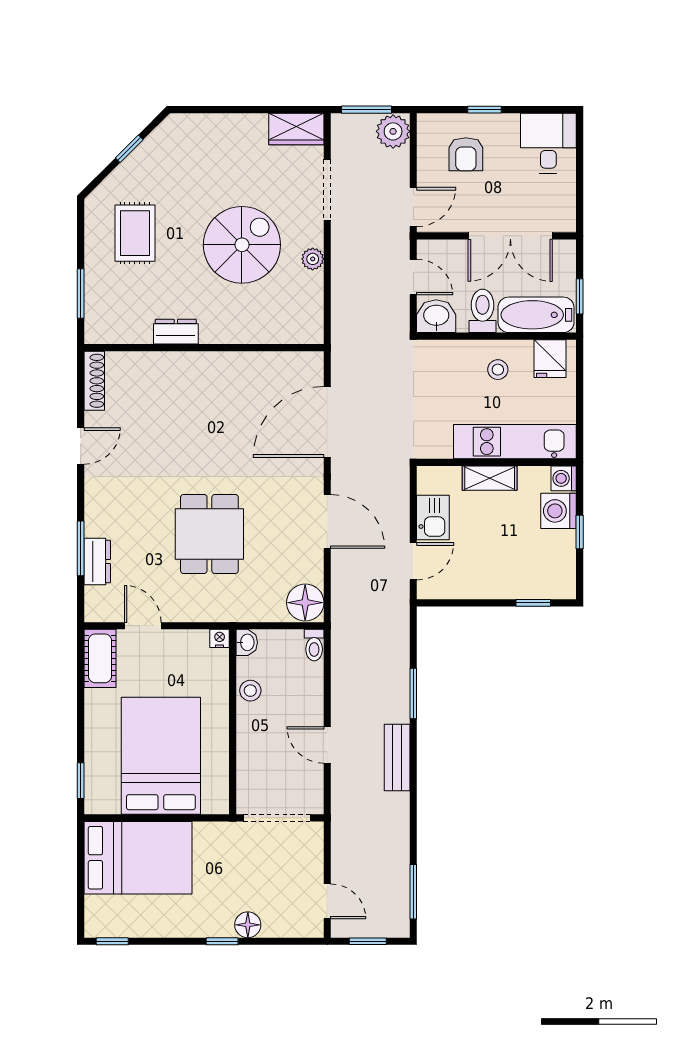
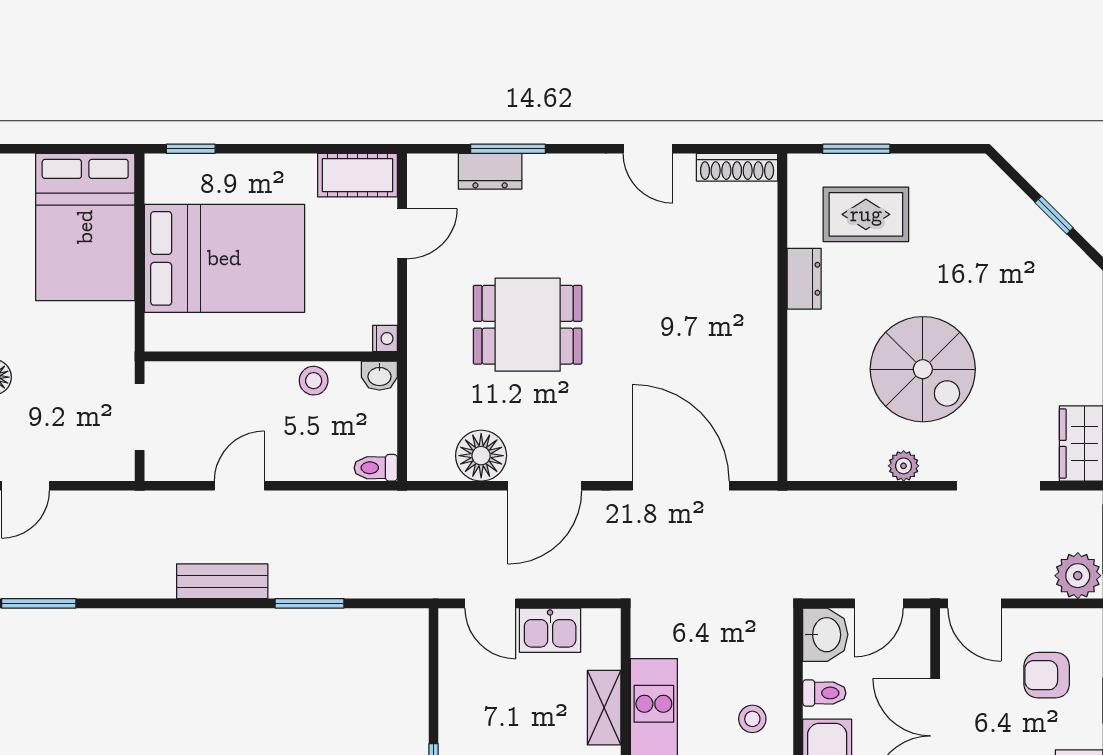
rug: (135, 233) -> (866, 214), moved
toilet: (482, 311) -> (824, 693), width x0.73, depth x0.72
floor lamp: (305, 603) -> (481, 456), moved
doorway: (277, 818) -> (140, 417), width x0.73

